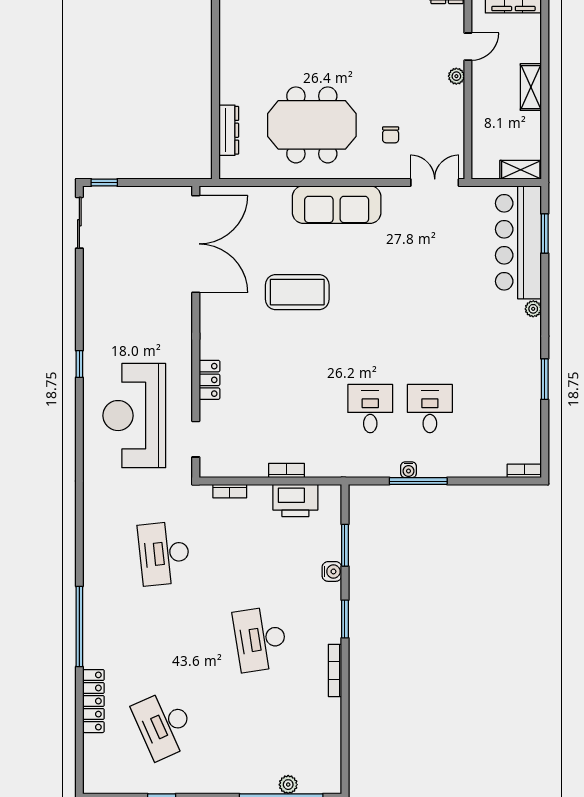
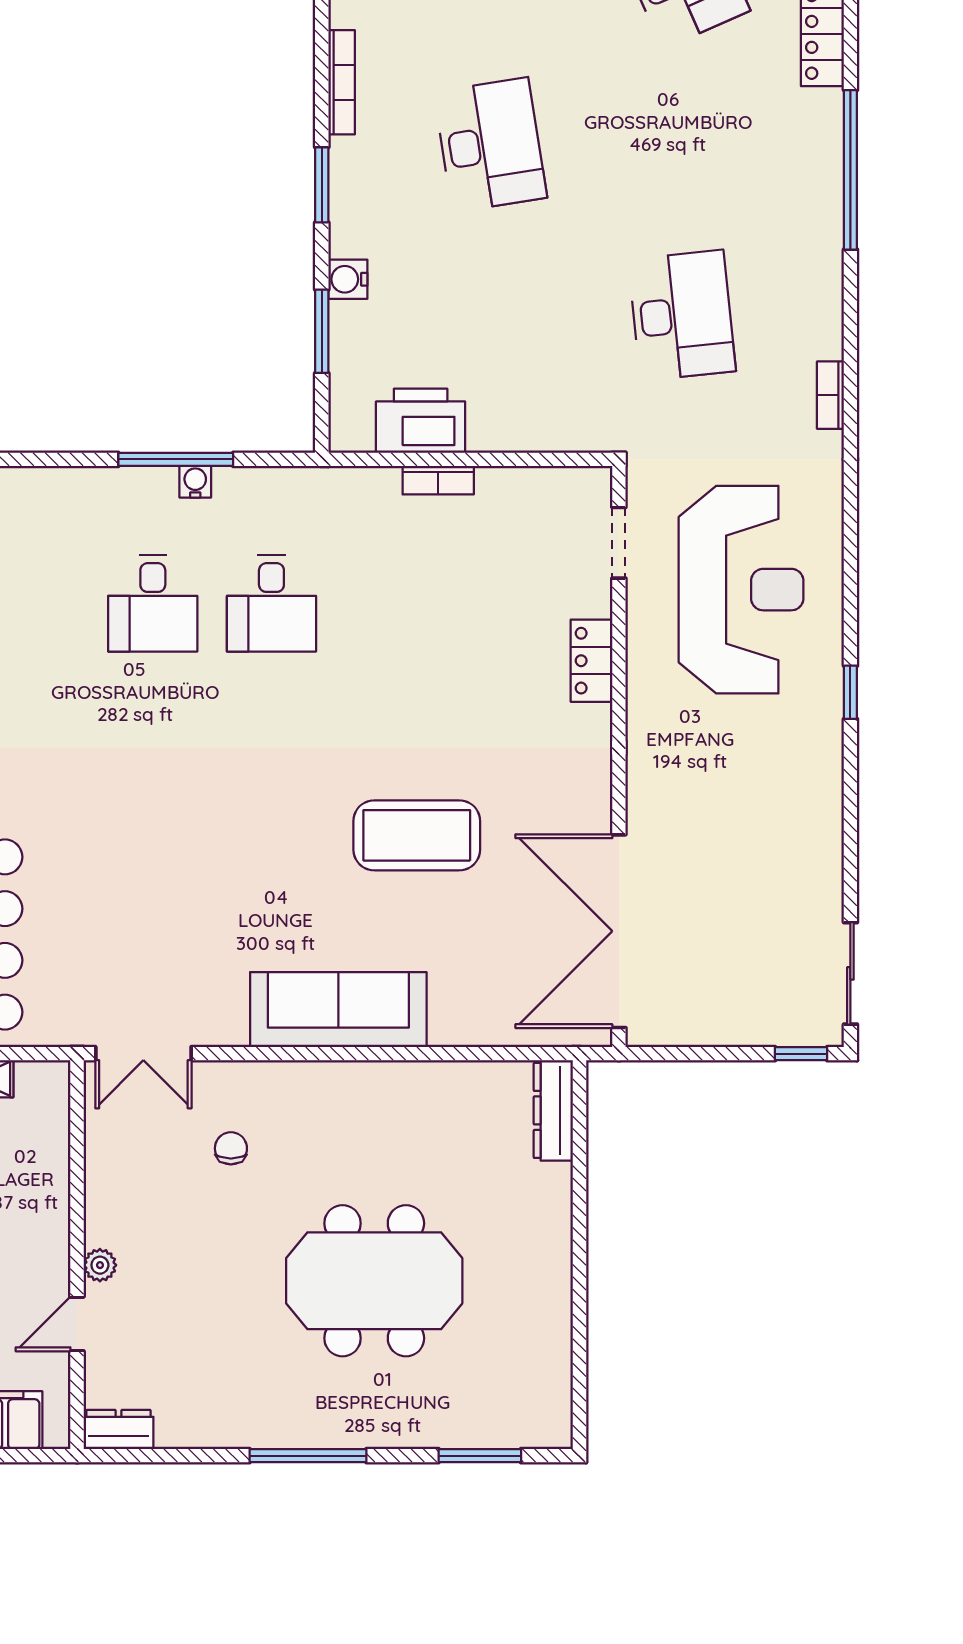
meeting table: (312, 125) -> (374, 1281), moved
dresser: (229, 130) -> (553, 1110), moved
bookcase: (230, 491) -> (830, 395), moved, turned -90

